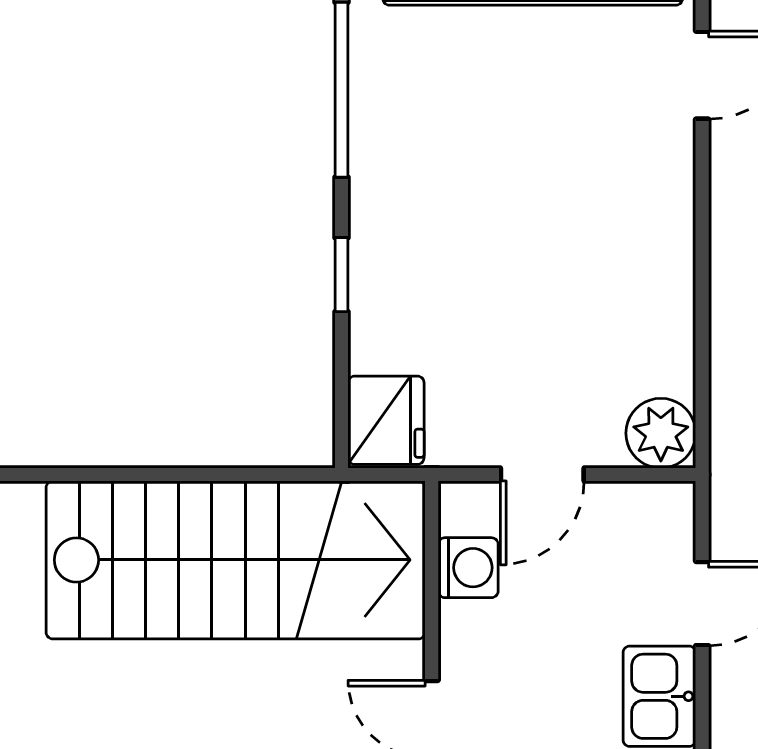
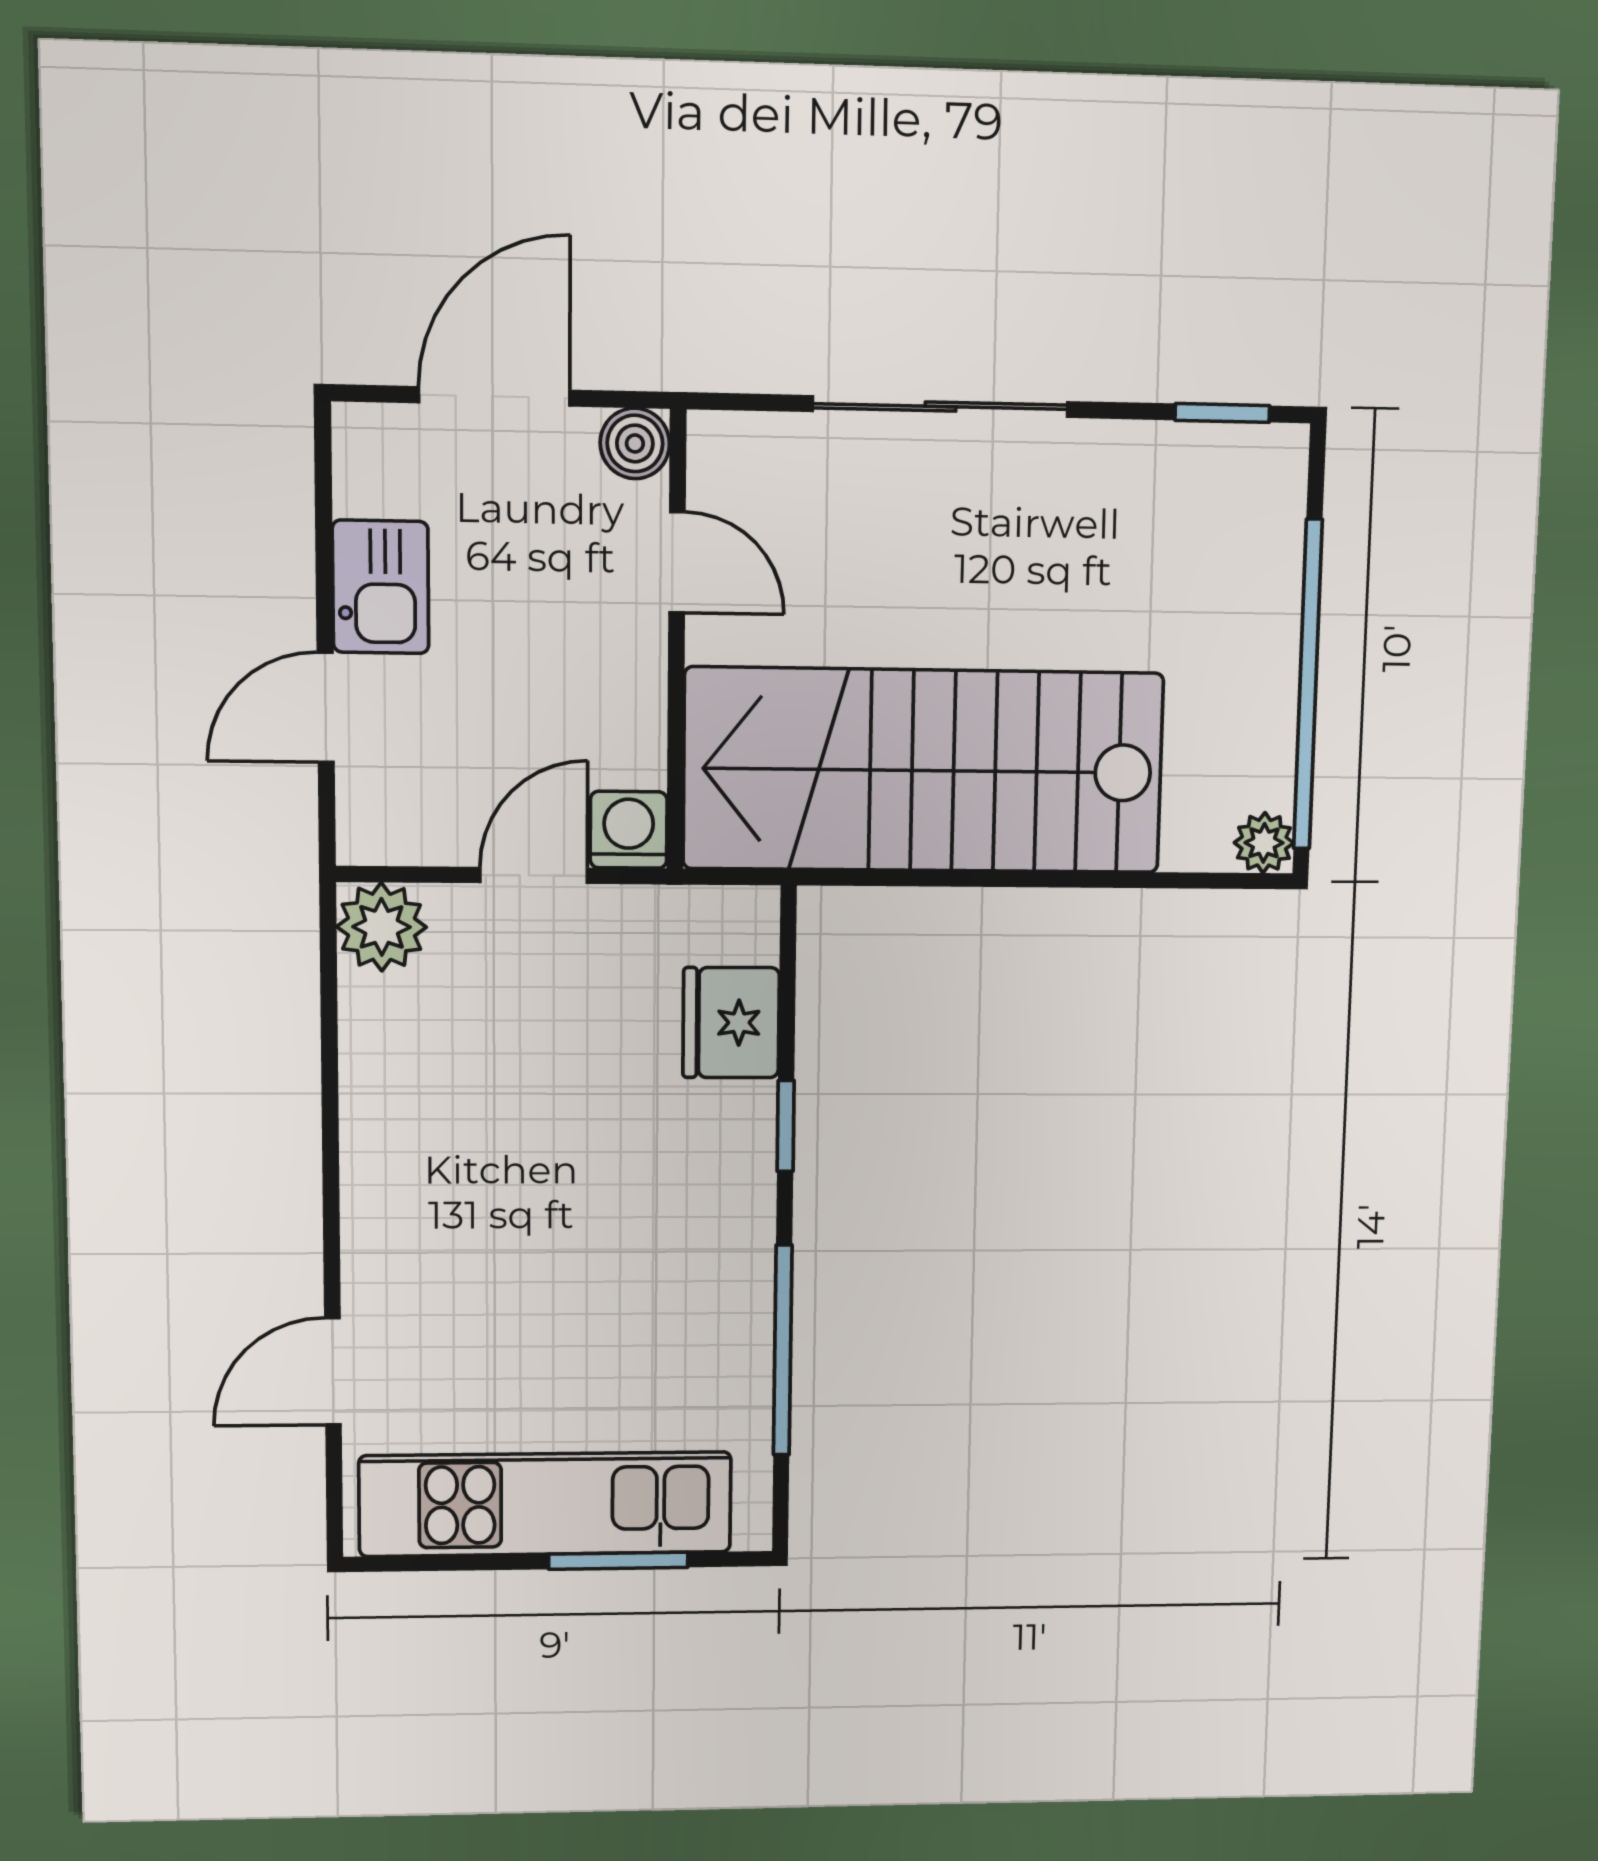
fridge: (386, 420) -> (731, 1023), moved
washing machine: (468, 568) -> (629, 830), moved, turned 90

